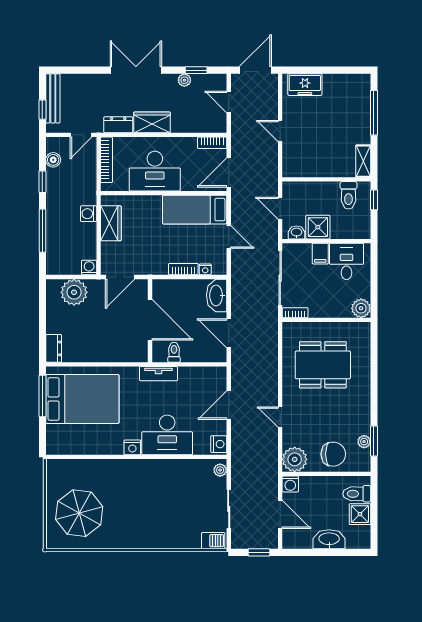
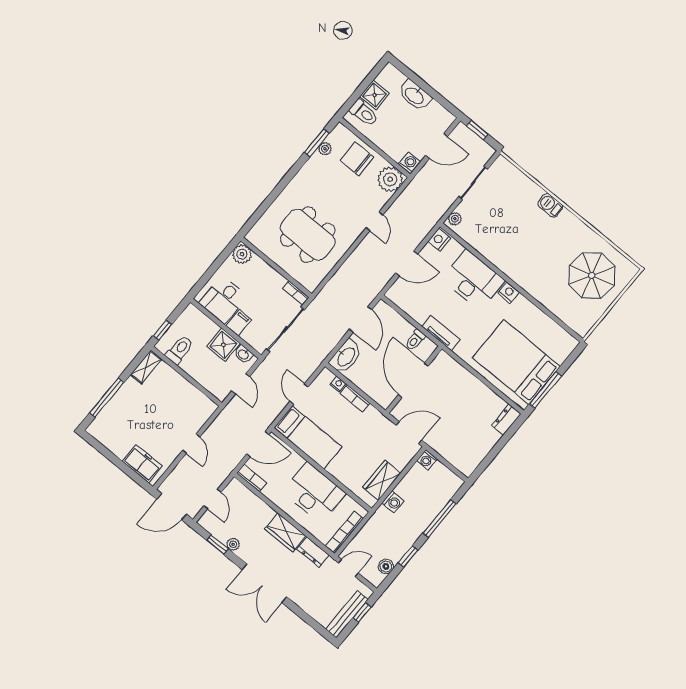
plant: (74, 292) -> (454, 450), removed
door: (280, 514) -> (437, 146), swing flipped
barbecue: (213, 541) -> (550, 205), moved

